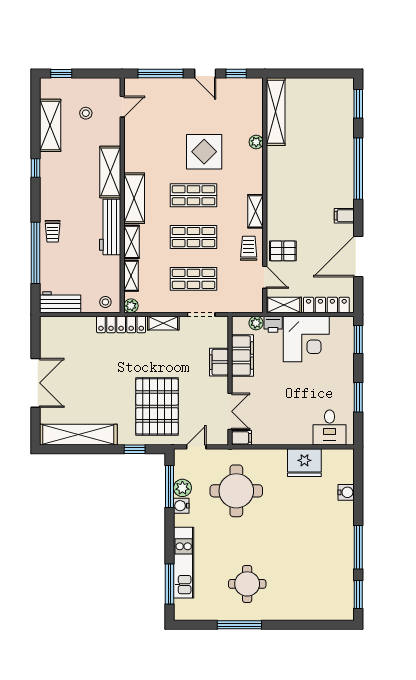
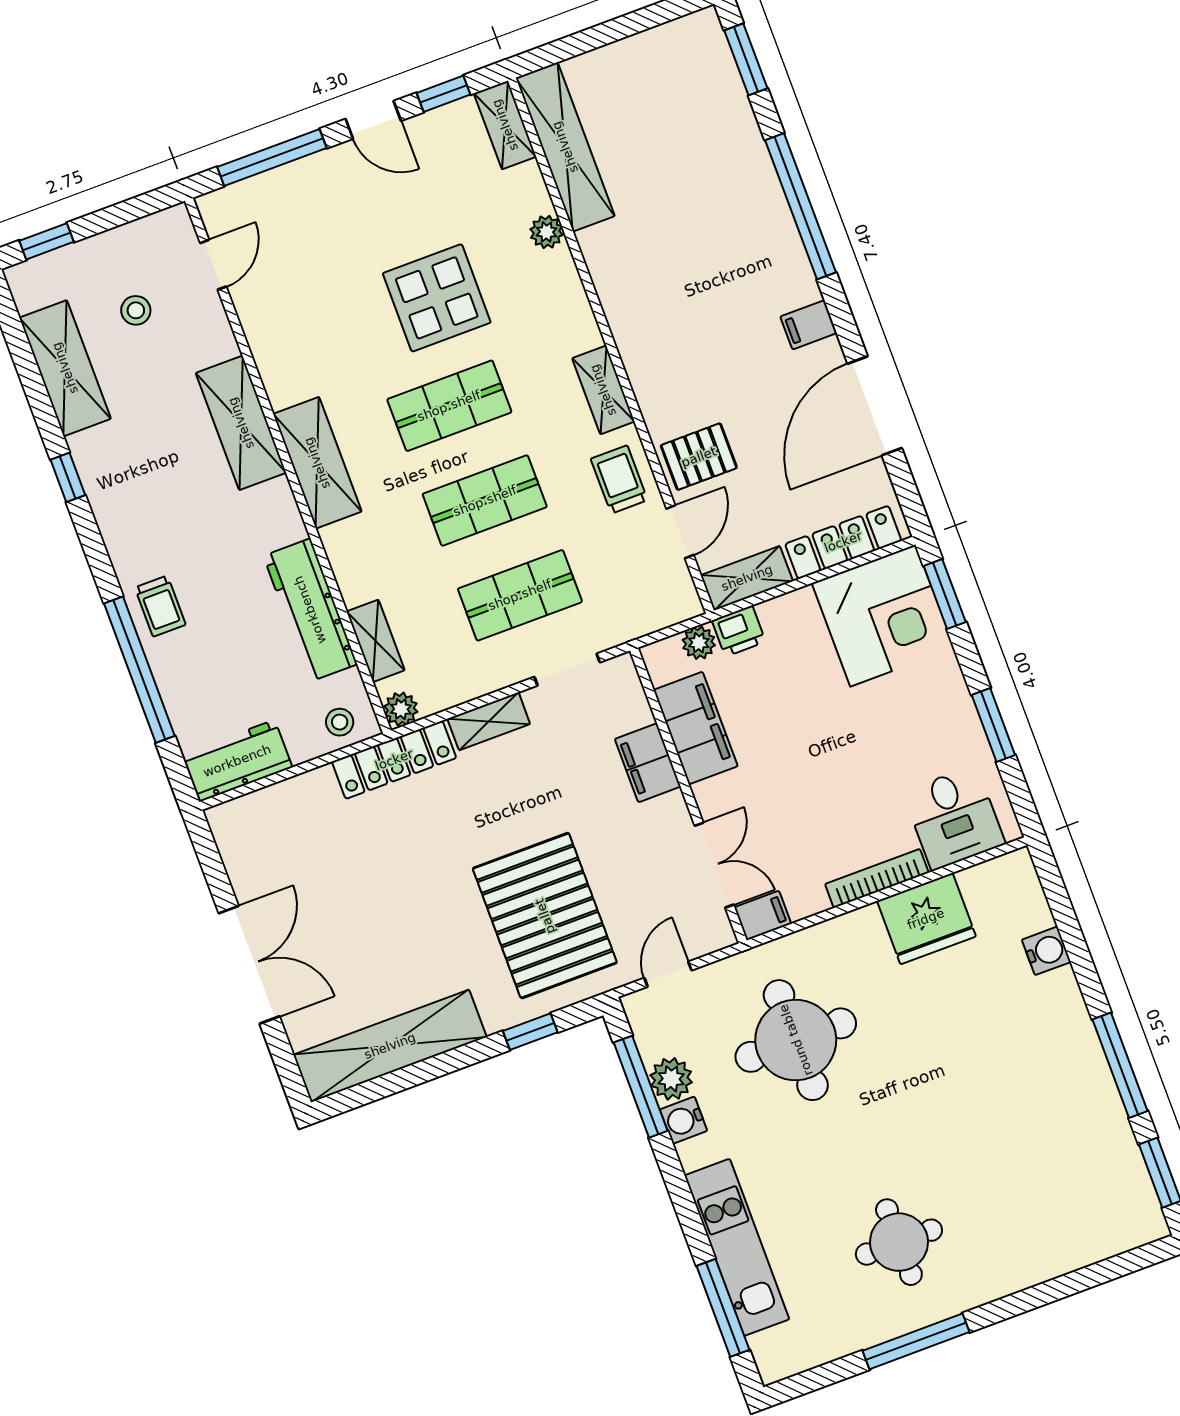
workbench: (110, 227) -> (310, 610), moved
shelving: (132, 242) -> (505, 125), moved
door: (265, 277) -> (680, 532), hinge flipped
corner desk: (306, 339) -> (883, 616), moved
bookcase: (291, 440) -> (877, 878), added

